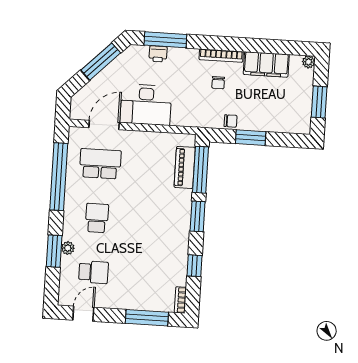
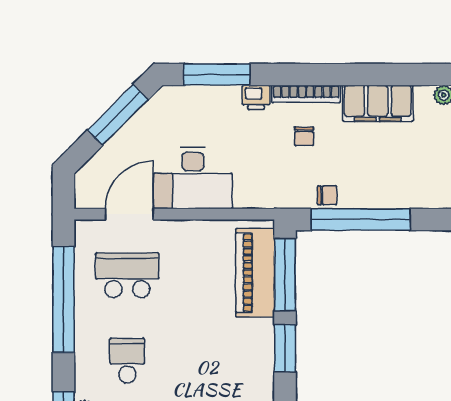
printer: (158, 54) -> (256, 97), moved
window: (251, 138) -> (360, 219), width x2.11
piano: (185, 167) -> (255, 273), width x1.37, depth x1.33

